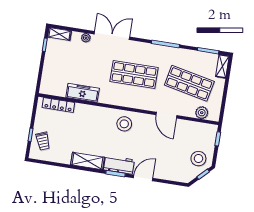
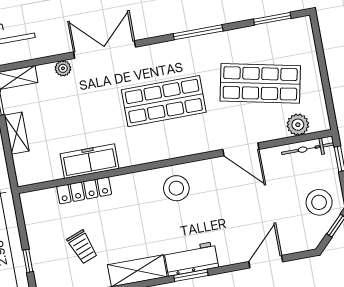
shelving: (222, 66) -> (17, 133), moved
locker: (58, 105) -> (84, 190), moved
bicycle: (203, 127) -> (308, 149), added
trolley: (43, 141) -> (82, 247), moved
door: (143, 178) -> (266, 262), moved

